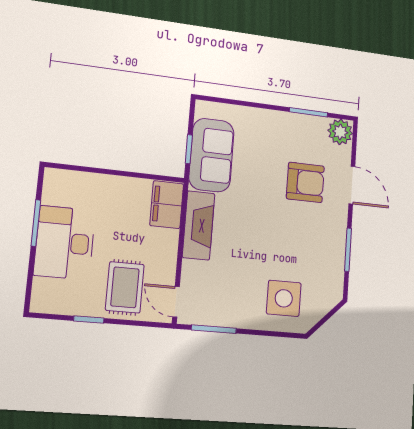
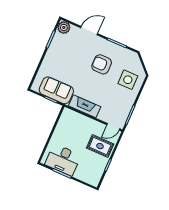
armchair: (305, 182) -> (102, 64), moved, turned -90
filing cabinet: (167, 205) -> (71, 117), removed
desk: (65, 243) -> (63, 160), moved

